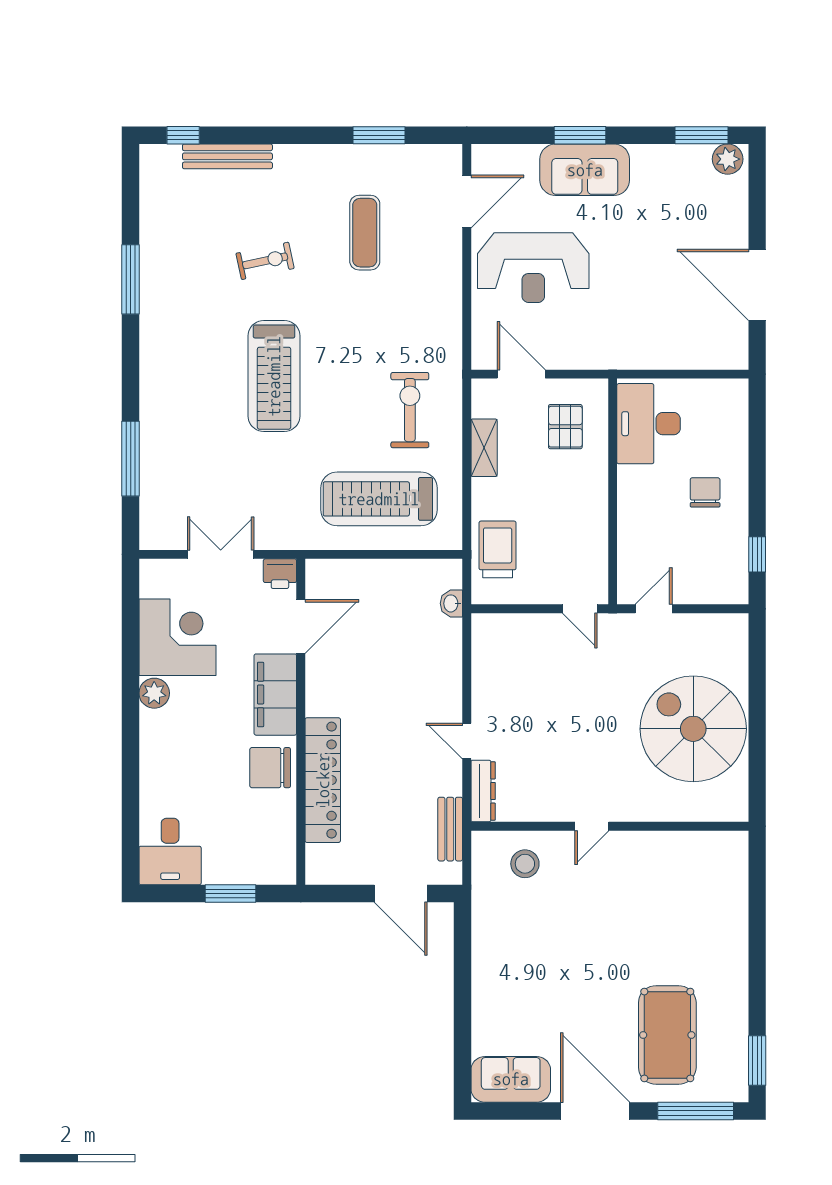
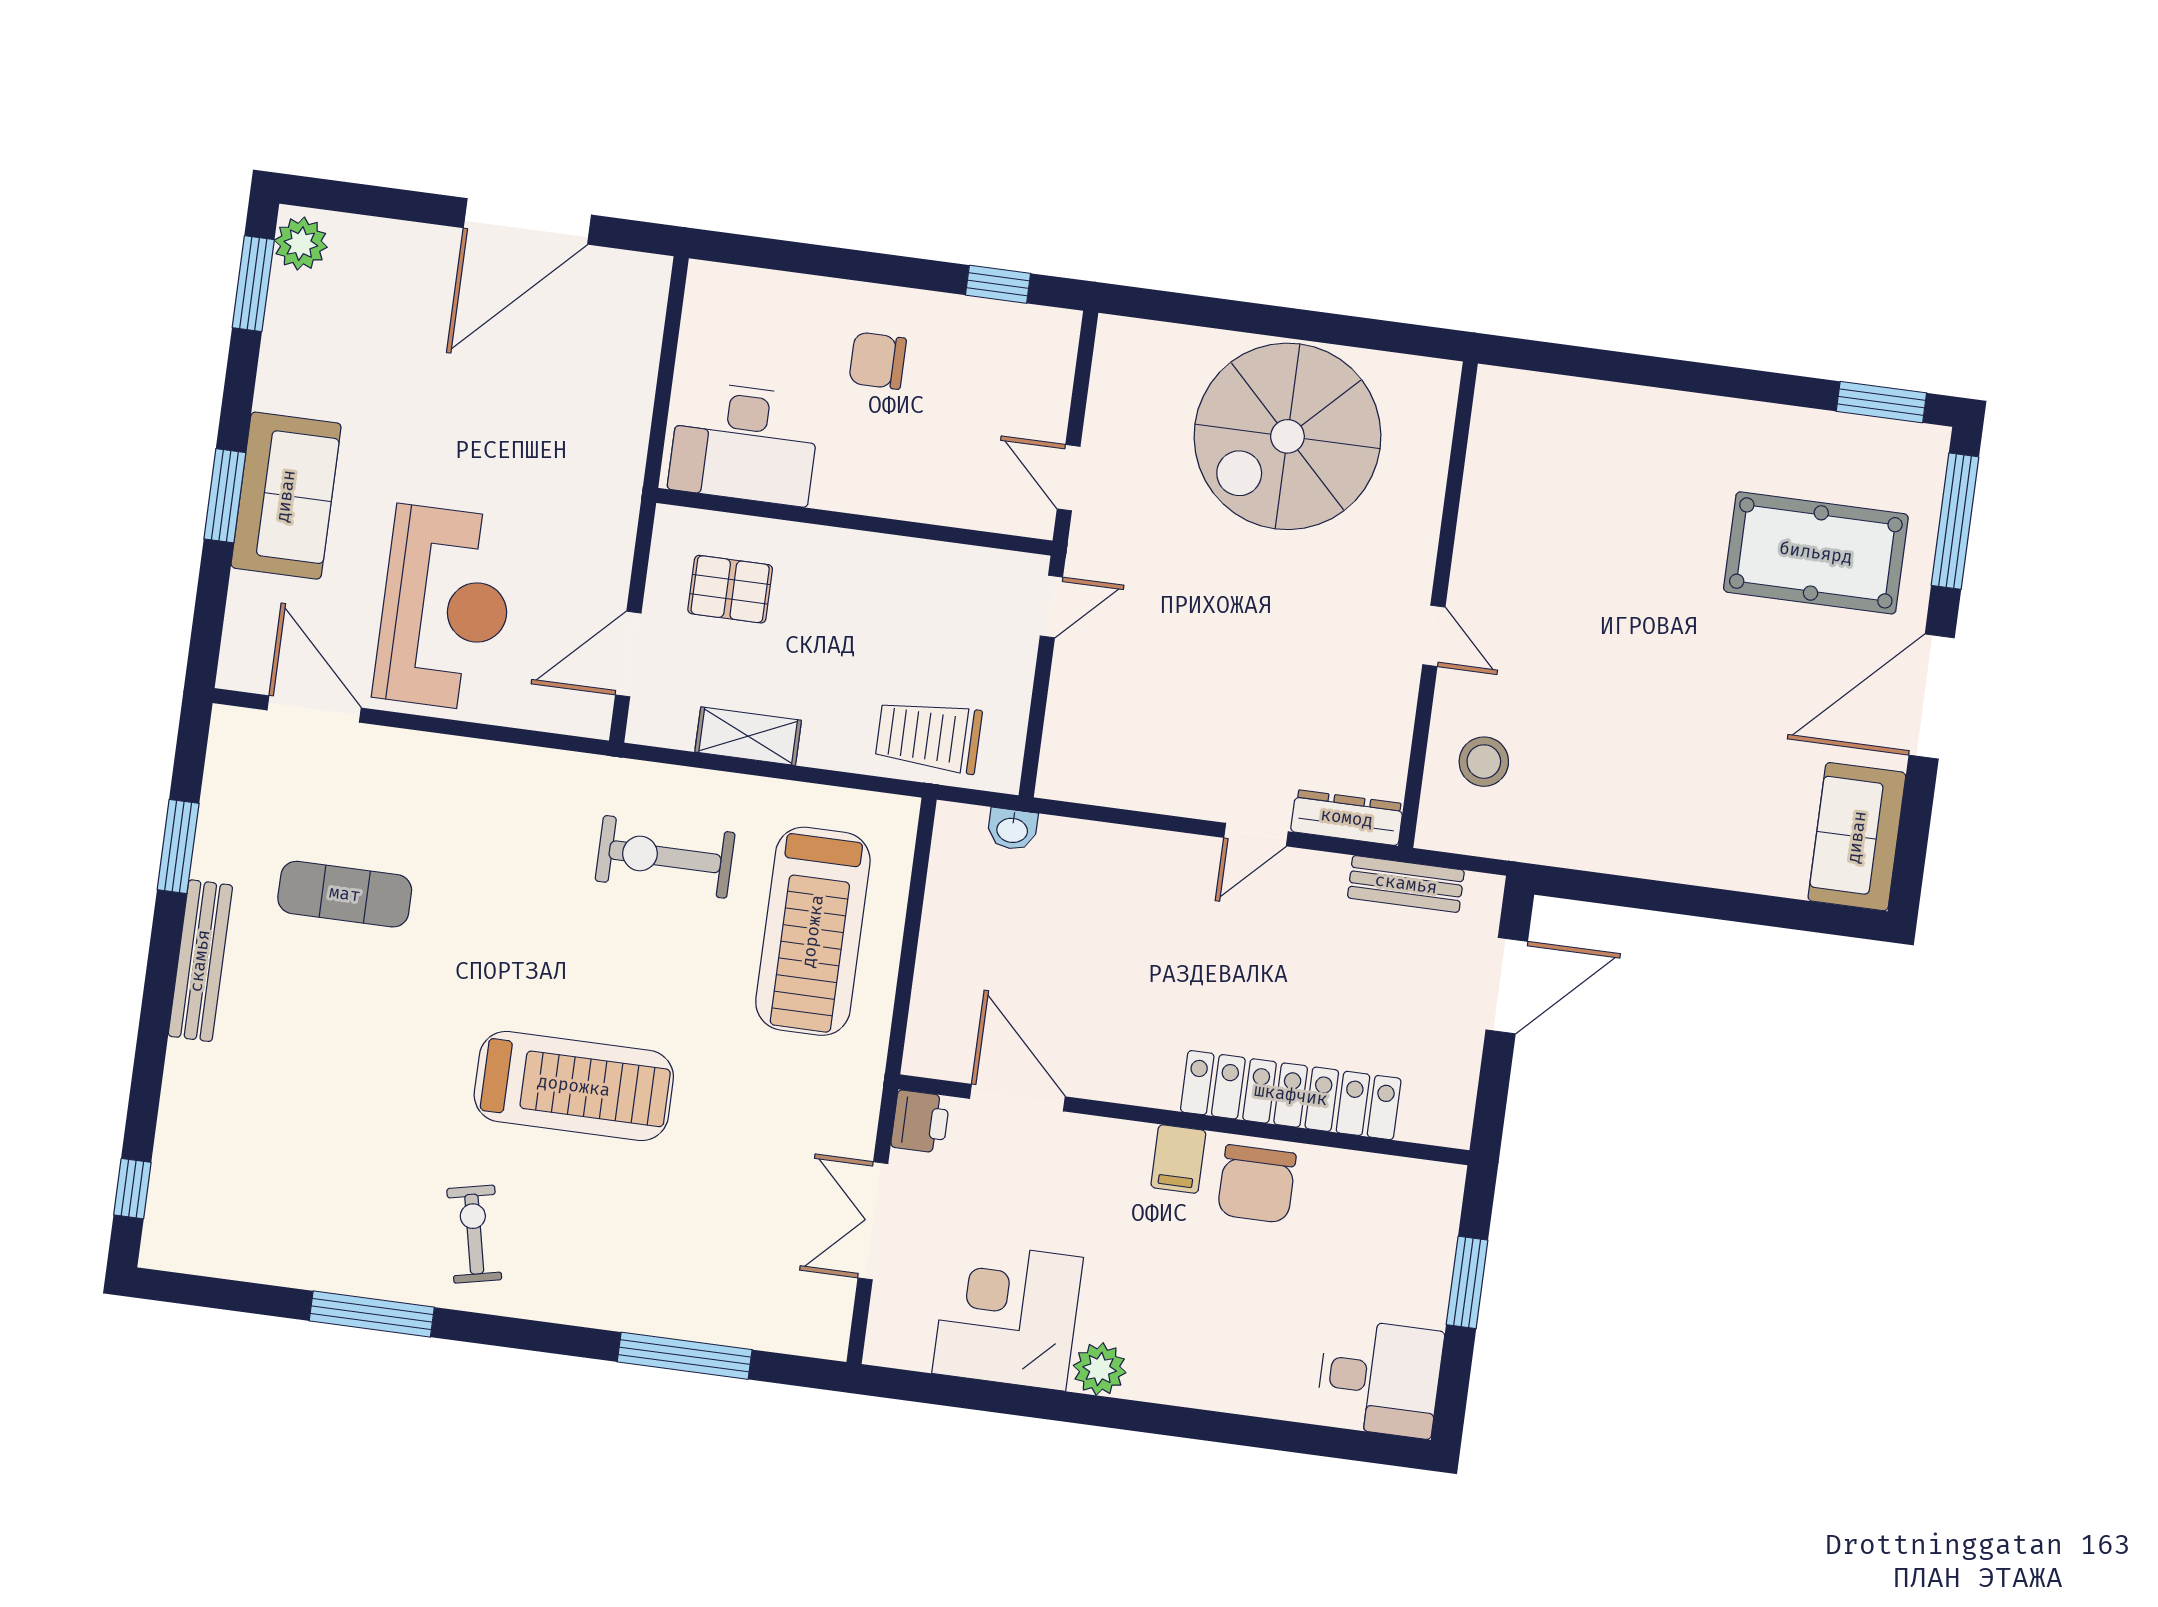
bench: (227, 156) -> (200, 961), moved
exercise bike: (265, 261) -> (474, 1234), moved
filing cabinet: (275, 695) -> (1178, 1159), width x0.33, depth x0.86

